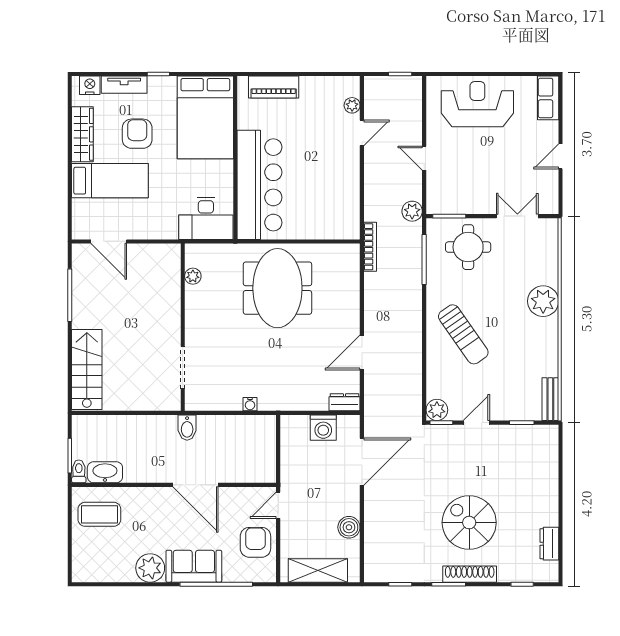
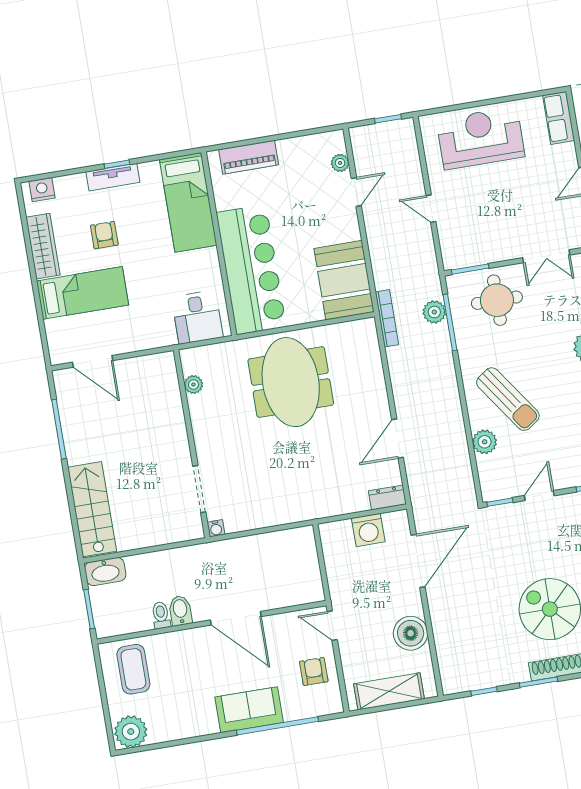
tv unit: (124, 85) -> (113, 177), moved
bed: (205, 117) -> (188, 202), width x0.67
armchair: (137, 134) -> (104, 235), width x0.72, depth x0.72
booth: (338, 208) -> (344, 280), added
plant: (412, 211) -> (434, 312), moved
double door: (517, 216) -> (546, 256), swing flipped
desk: (206, 218) -> (197, 317), width x0.73
water cooler: (250, 404) -> (216, 528), moved
plant: (437, 410) -> (485, 442), moved
bidet: (187, 428) -> (180, 611), moved, turned 180
toilet: (79, 471) -> (161, 615), moved
washbasin: (105, 472) -> (105, 572), moved, turned 180
door: (278, 505) -> (332, 626), hinge flipped
coffee table: (99, 514) -> (133, 669), turned 90
boiler: (349, 527) -> (411, 633), width x1.37, depth x1.37
armchair: (255, 542) -> (314, 671), width x0.72, depth x0.72
plant: (150, 568) -> (131, 732), moved

